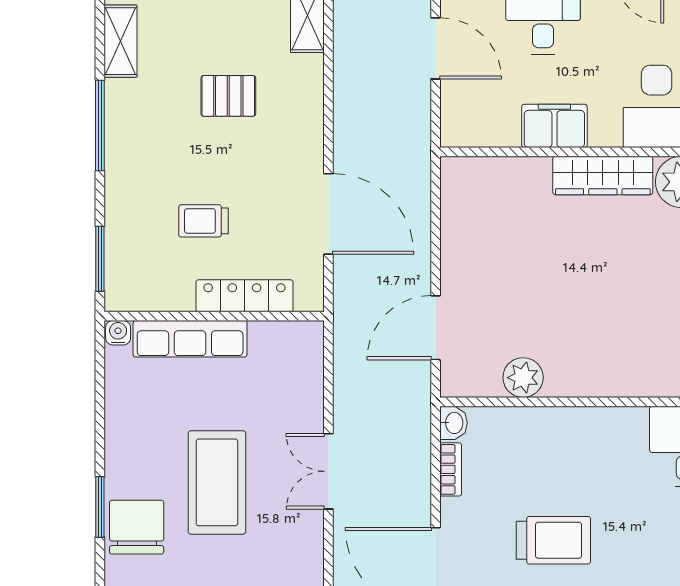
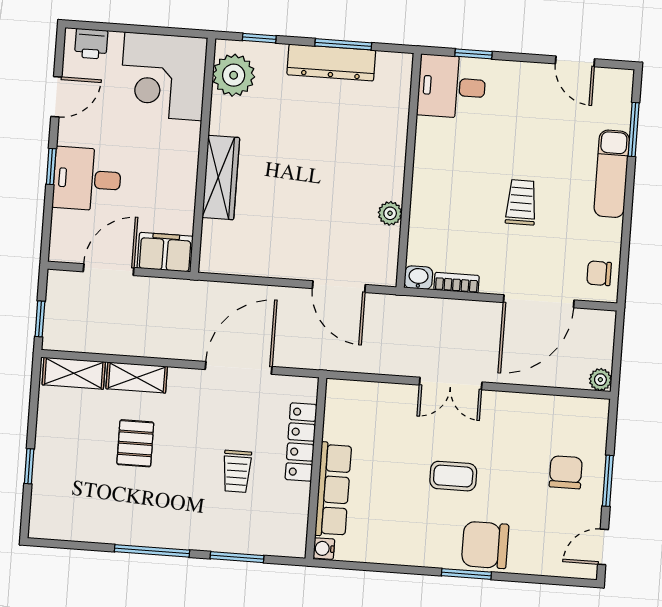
shelving: (121, 41) -> (137, 377), moved
filing cabinet: (554, 126) -> (165, 252), moved, turned 90
wardrobe: (603, 175) -> (221, 178), moved
window: (100, 259) -> (237, 557), moved
plant: (523, 378) -> (390, 213), width x0.73, depth x0.73
coffee table: (217, 482) -> (453, 476), width x0.54, depth x0.58
trolley: (553, 540) -> (521, 202), width x0.73, depth x0.72

